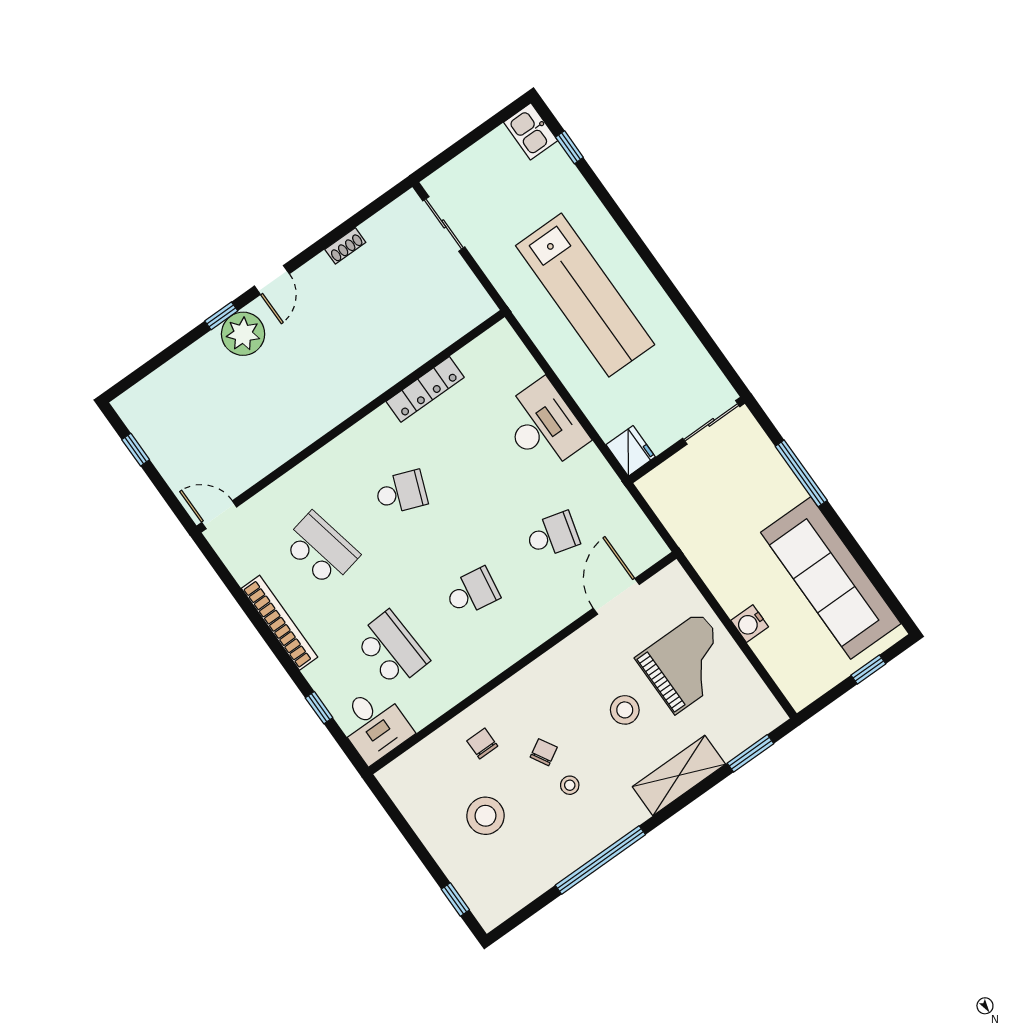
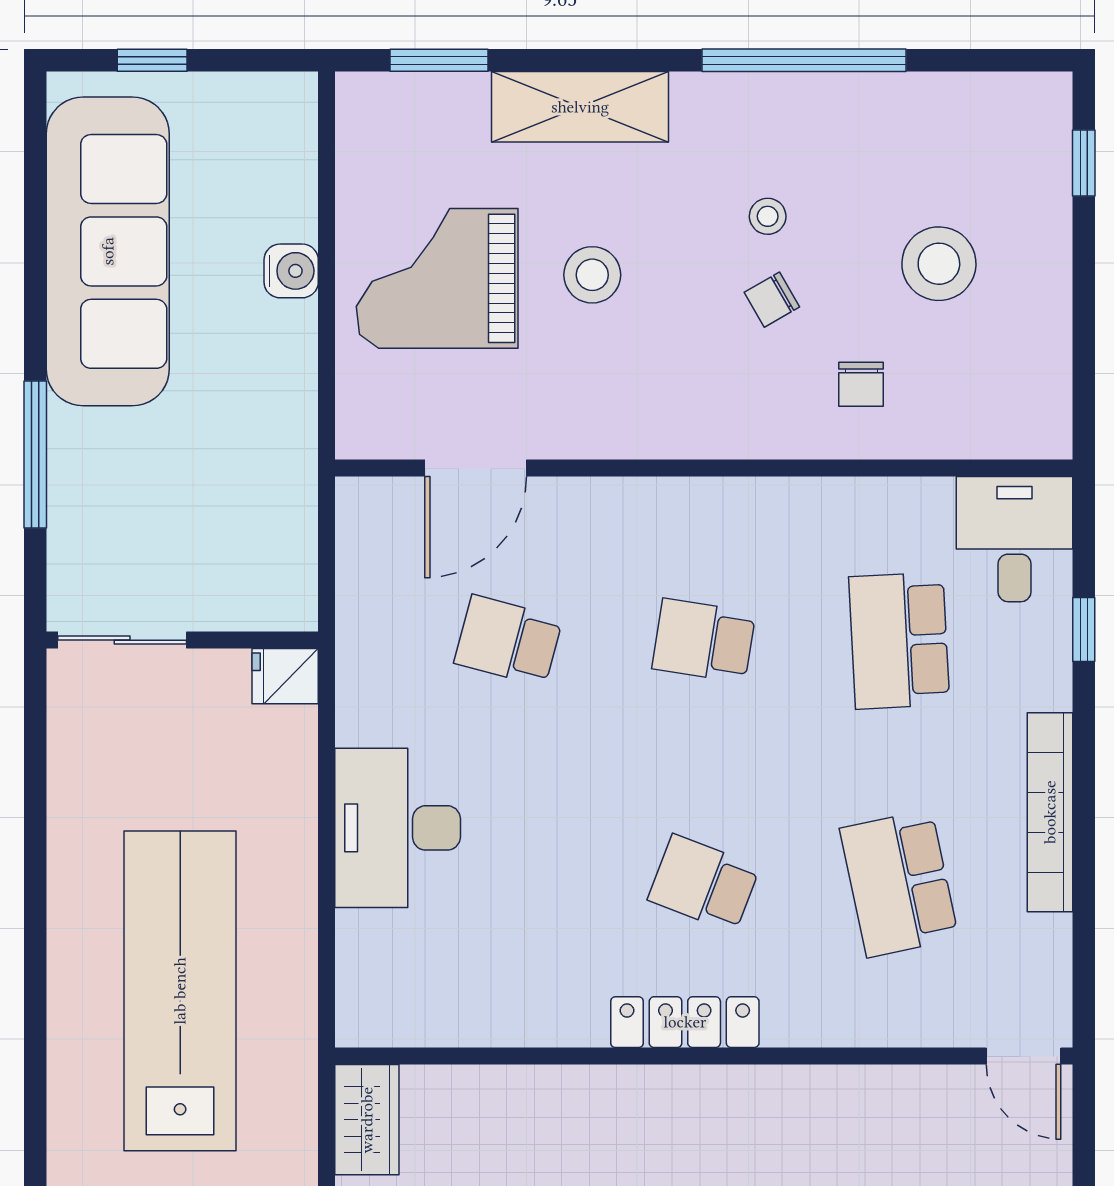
wardrobe: (471, 297) -> (367, 1120), added
locker: (425, 389) -> (685, 1022), moved
fridge: (631, 451) -> (285, 676), width x0.72

